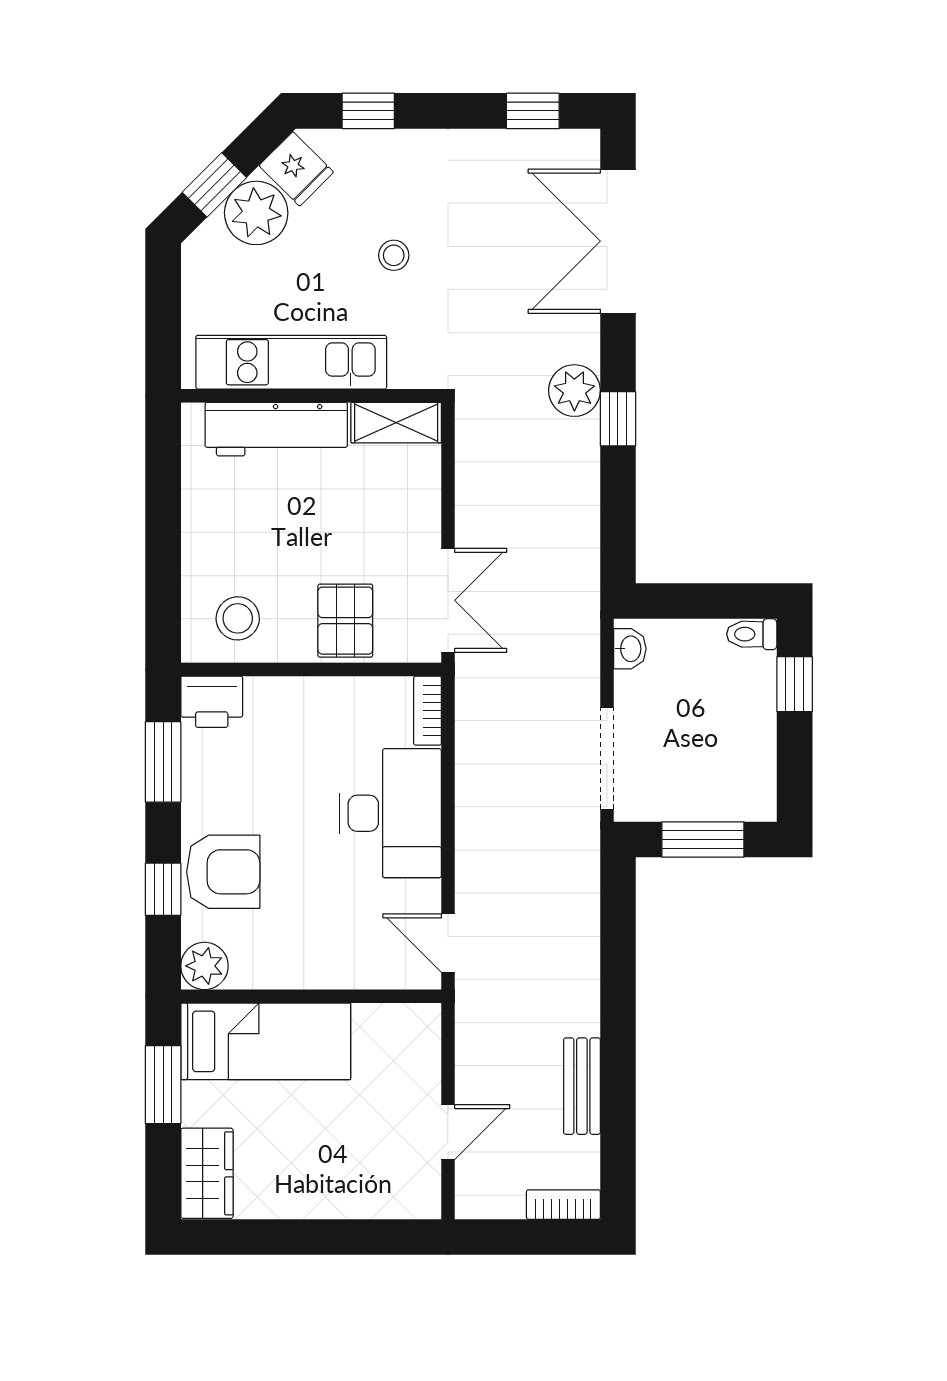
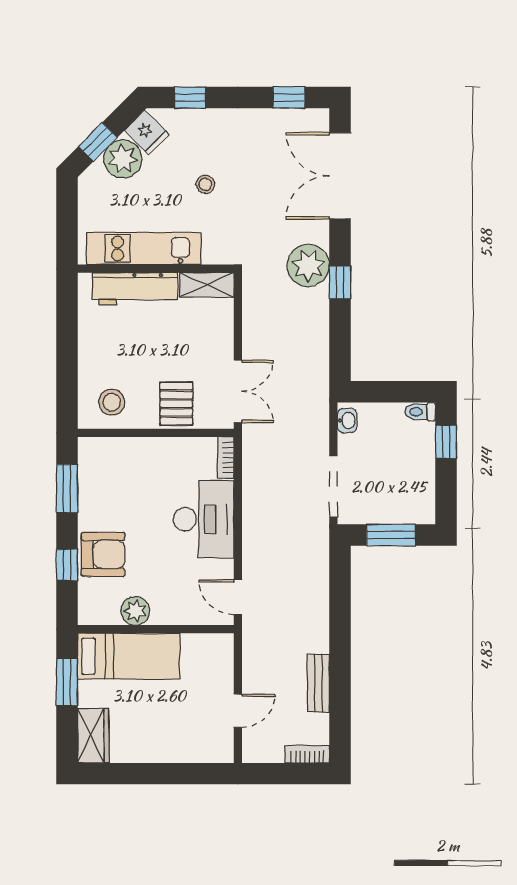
plant: (574, 391) -> (308, 265), width x1.36, depth x1.36
printer: (212, 702) -> (96, 452), removed
plant: (204, 966) -> (135, 611), moved

